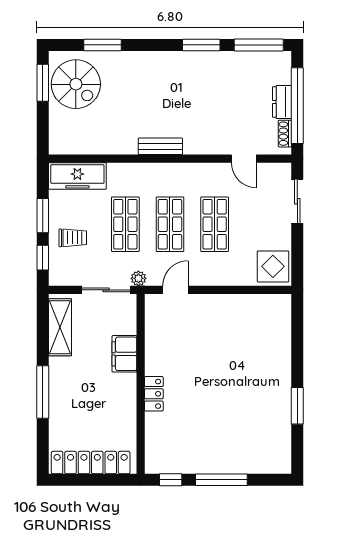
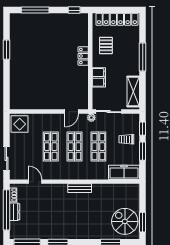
pallet: (111, 414) -> (106, 45), added
window: (221, 480) -> (35, 10), moved

